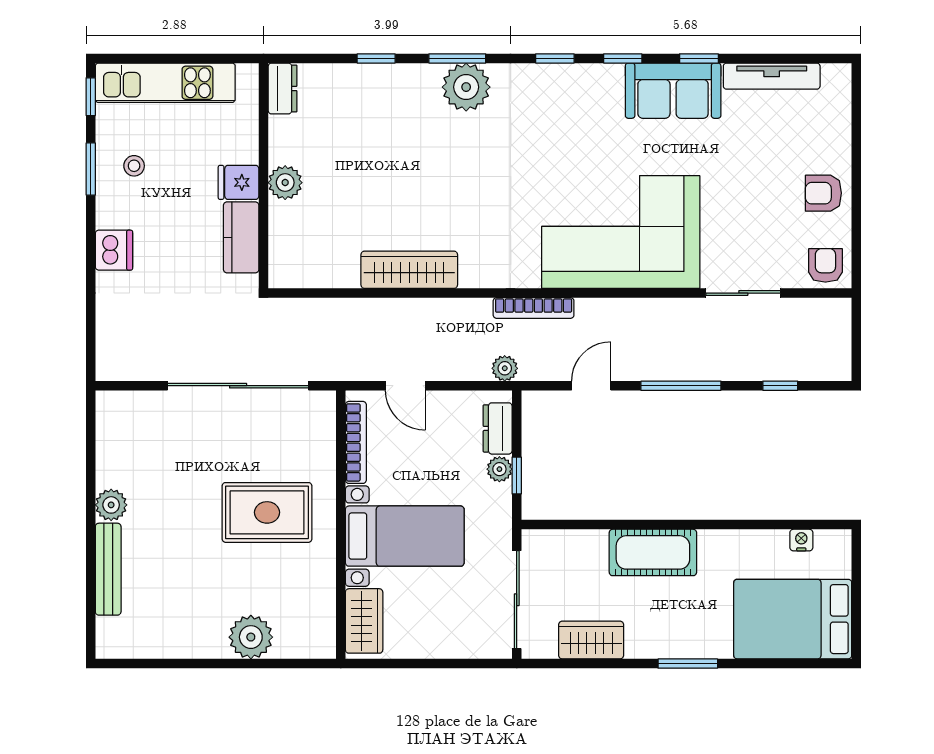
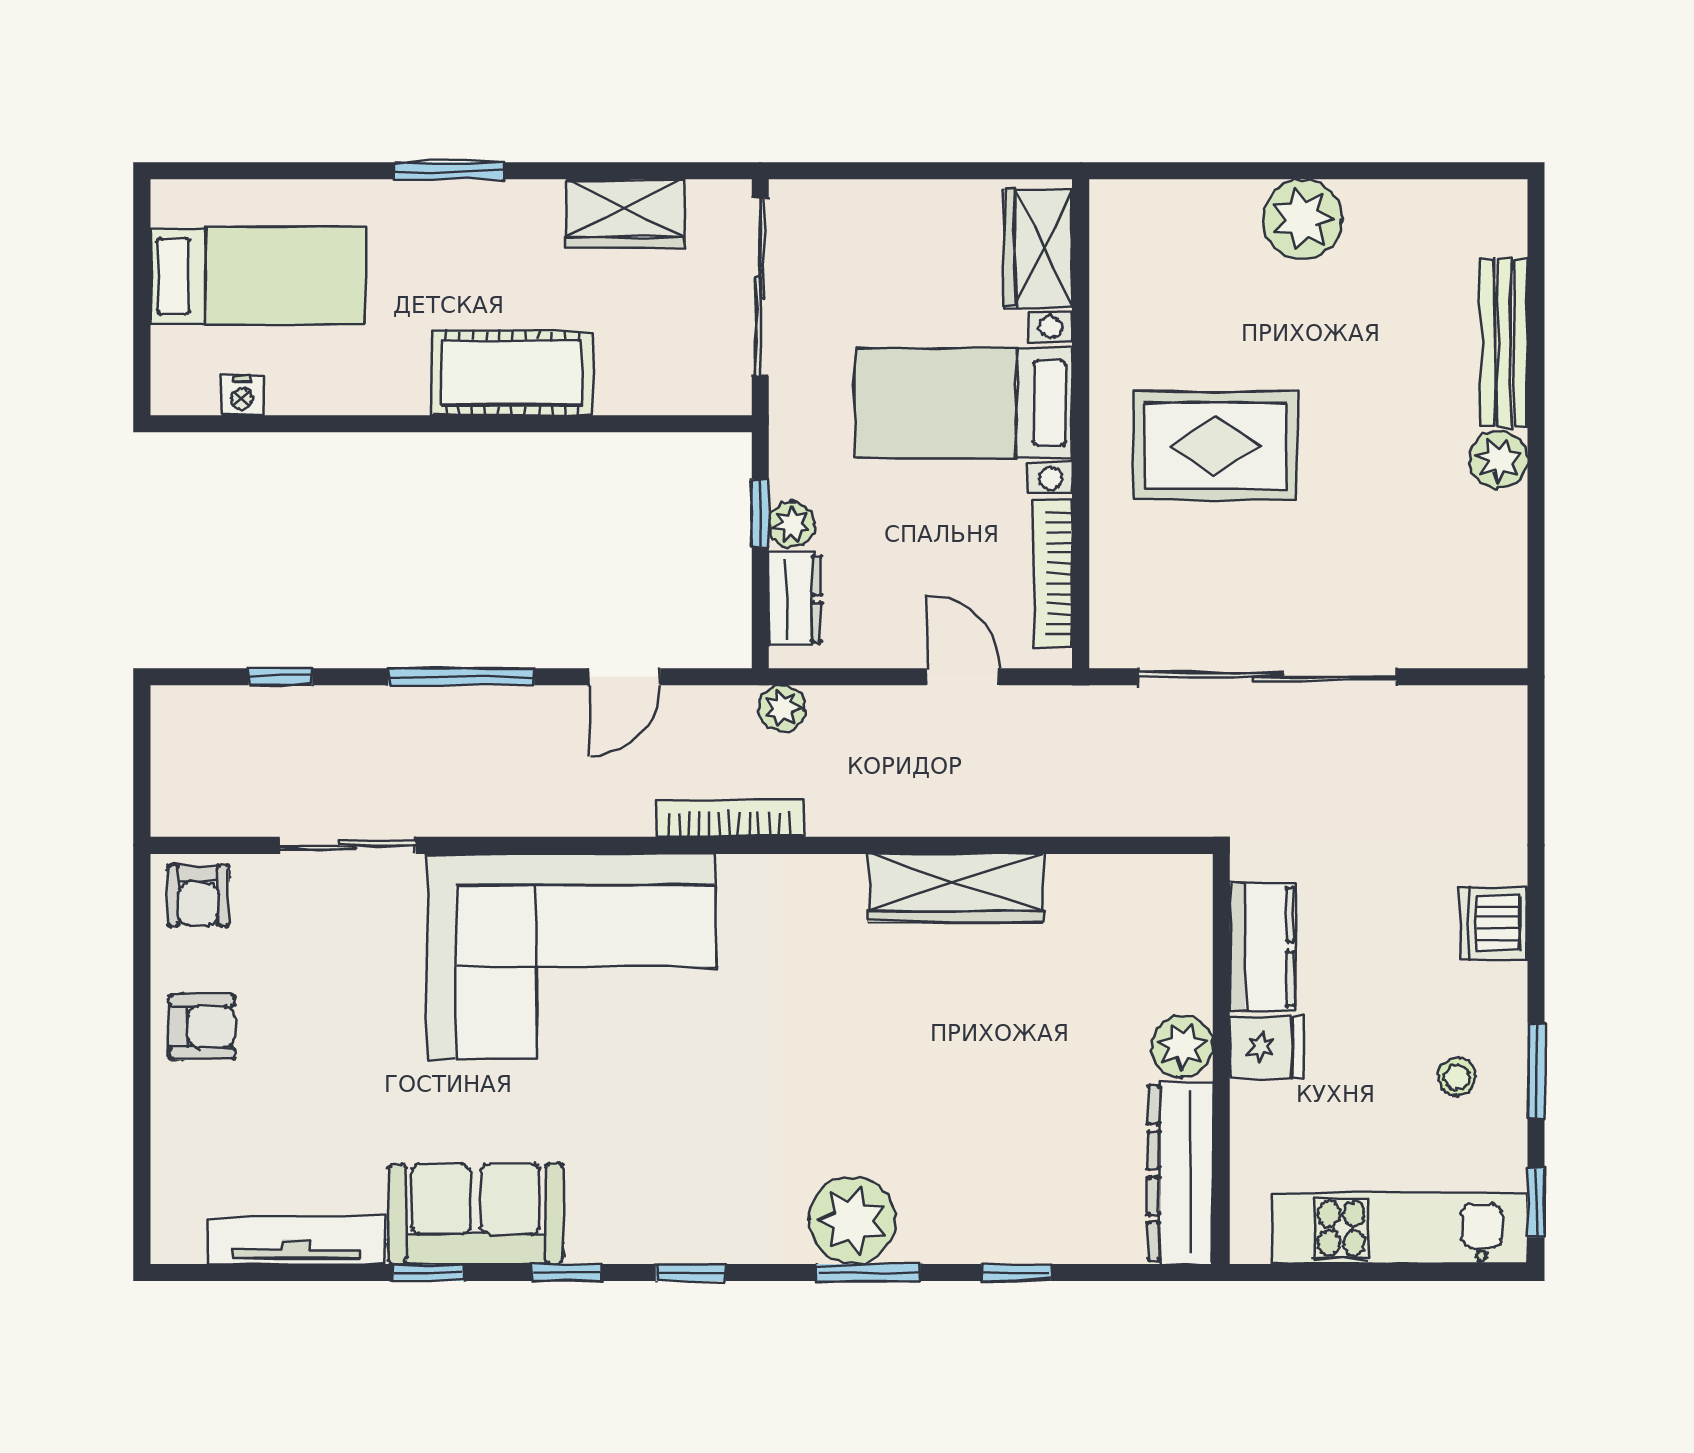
dresser: (283, 89) -> (1180, 1173), width x1.96, depth x1.24
bed: (793, 619) -> (258, 276), width x0.67
plant: (251, 637) -> (1303, 219), moved

